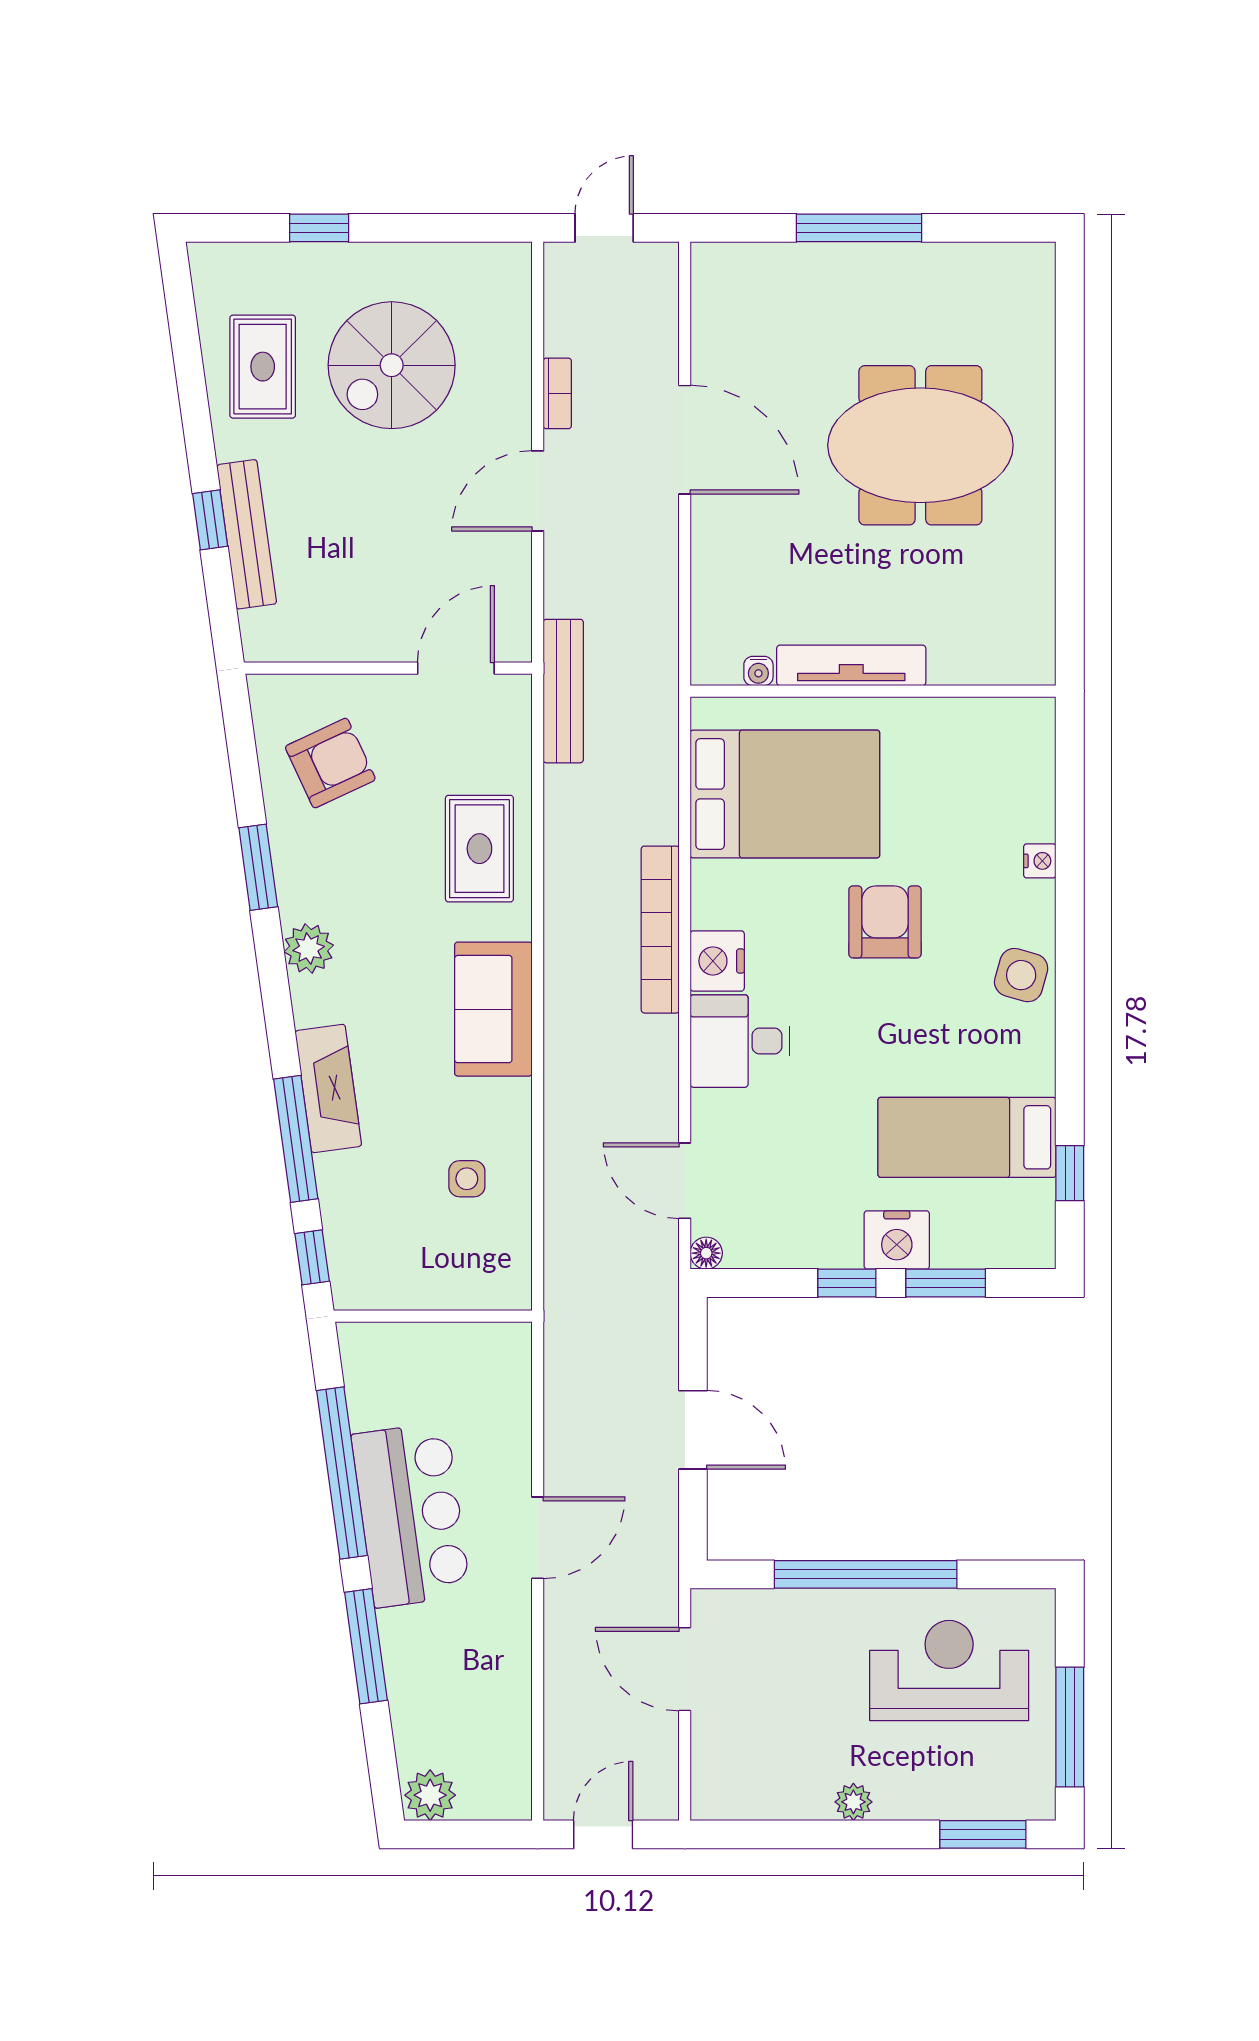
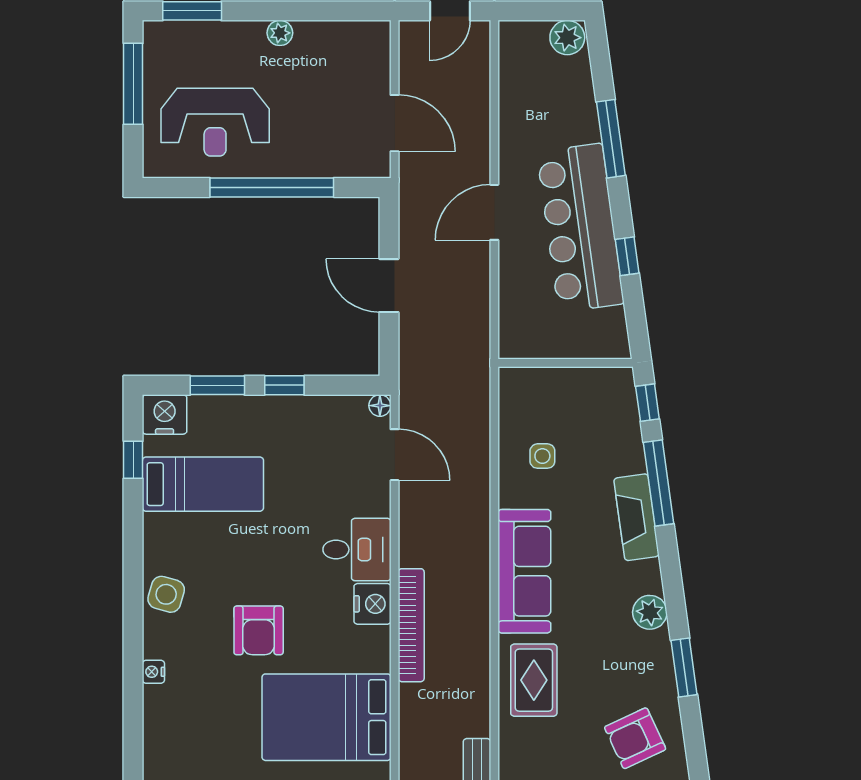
sofa: (493, 1009) -> (524, 571), width x1.36
nightstand: (897, 1240) -> (165, 414), moved
window: (342, 1473) -> (627, 256), width x0.32
bar counter: (411, 1515) -> (580, 228), width x1.36

